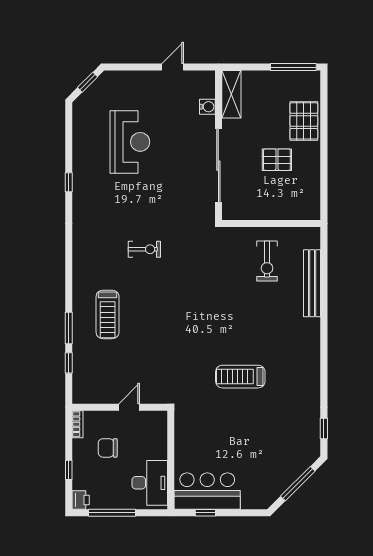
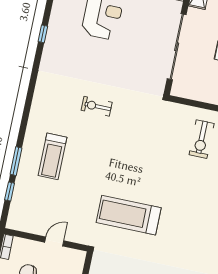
exercise bike: (144, 249) -> (97, 106), turned 180
treadmill: (240, 377) -> (129, 215), moved, width x1.37, depth x1.38

